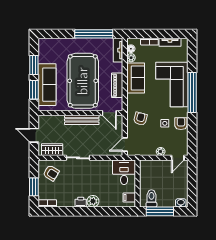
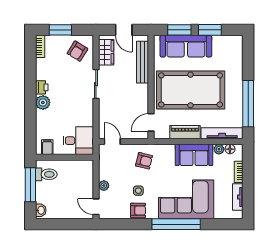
tv unit: (118, 50) -> (222, 133), width x1.41
bench: (82, 120) -> (143, 62), moved
door: (34, 135) -> (124, 30), swing flipped

